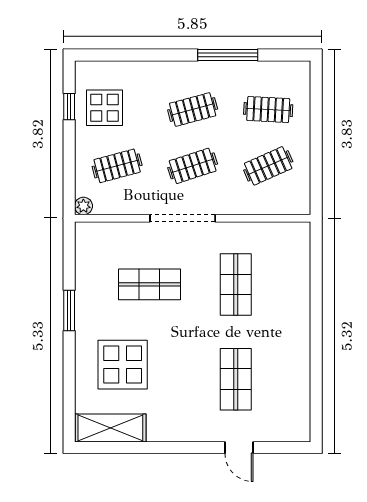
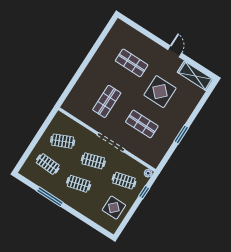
window: (69, 107) -> (144, 192), moved
display table: (123, 365) -> (160, 92), moved
shop shelf: (236, 379) -> (132, 63), turned 90
door: (239, 448) -> (175, 51), moved

